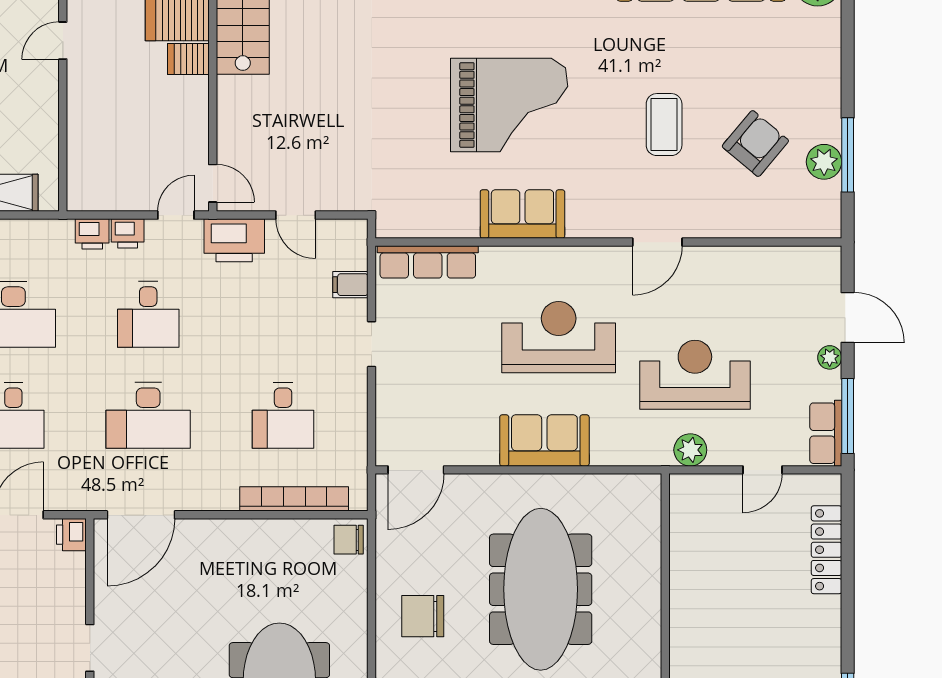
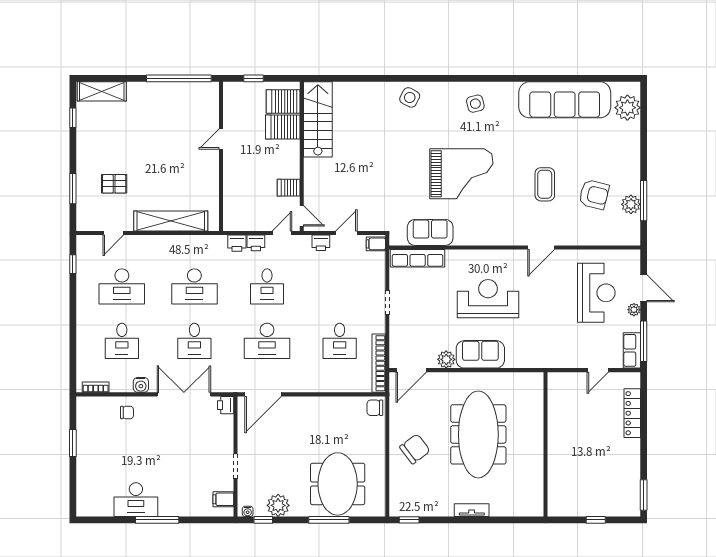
server rack: (188, 59) -> (289, 188), moved
armchair: (755, 144) -> (594, 194), turned 64
sofa: (522, 214) -> (430, 232), moved
door: (296, 215) -> (346, 233), swing flipped
printer: (234, 240) -> (321, 243), width x0.53, depth x0.68
filing cabinet: (350, 285) -> (376, 244), moved
reception desk: (695, 375) -> (596, 293), moved, turned 90
plant: (690, 450) -> (446, 359), moved
bookcase: (294, 499) -> (379, 363), moved, turned -90
chair: (423, 616) -> (415, 449), turned 143

